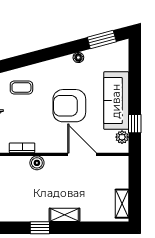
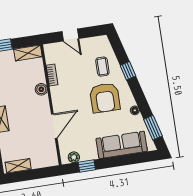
window: (31, 58) -> (128, 71), added
sofa: (116, 101) -> (122, 145), moved
armchair: (69, 106) -> (105, 98), moved, turned 180

